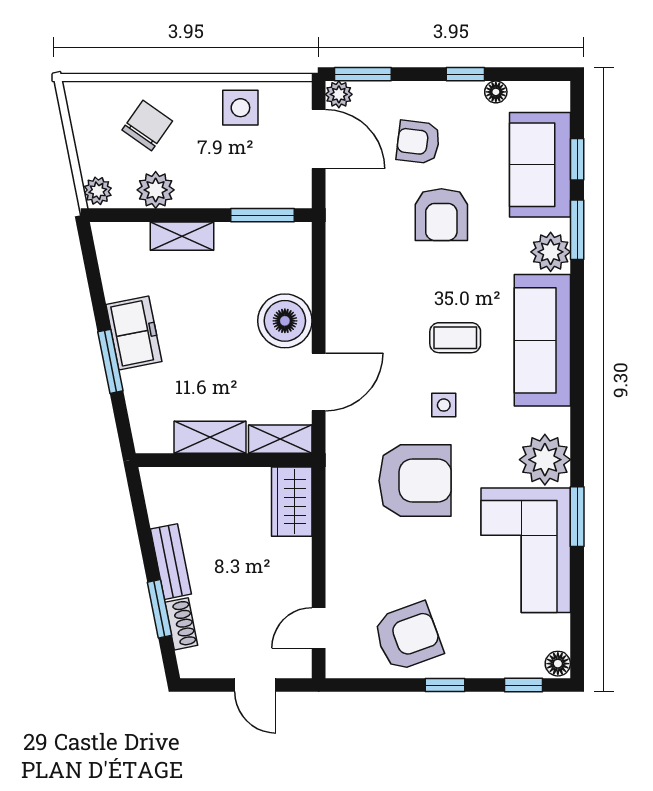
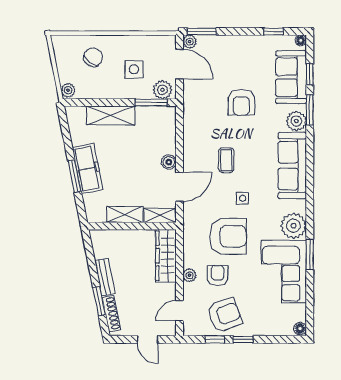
window: (465, 74) -> (274, 31), moved
floor lamp: (496, 92) -> (301, 40), moved
side table: (240, 108) -> (134, 69), moved
armchair: (418, 142) -> (218, 276), moved, turned 83
plant: (156, 190) -> (163, 90), moved
shelving: (182, 236) -> (111, 115), width x1.50, depth x1.33
boiler: (285, 321) -> (169, 162), width x0.54, depth x0.54
freezer: (134, 333) -> (88, 169), width x1.40
coffee table: (455, 338) -> (226, 160), moved, turned 90
wardrobe: (292, 502) -> (166, 256), width x1.50
plant: (338, 558) -> (189, 275), added
shoe rack: (181, 624) -> (111, 314), width x1.43
window: (523, 685) -> (215, 339), moved

